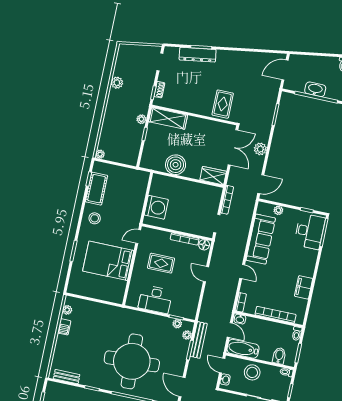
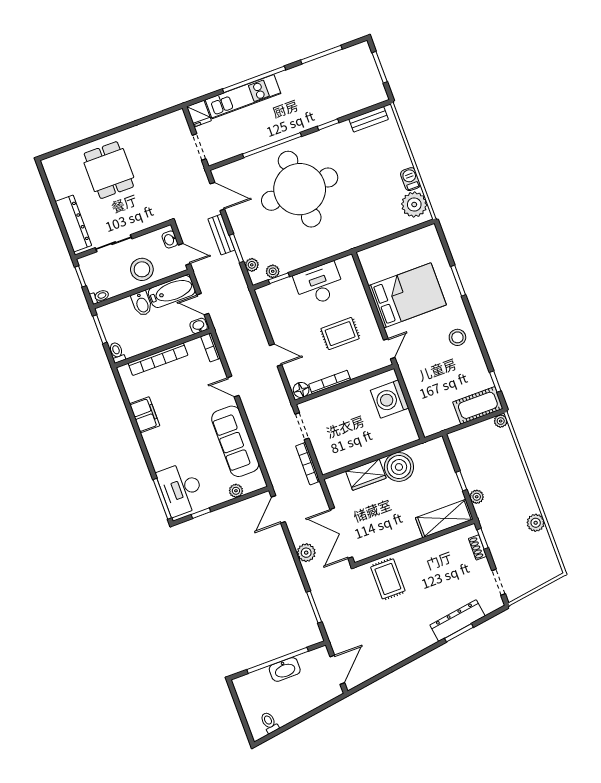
wardrobe: (213, 176) -> (366, 475), moved
cot: (97, 189) -> (478, 405), moved, turned 90
plant: (67, 310) -> (414, 205), width x1.87, depth x1.87
bench: (199, 340) -> (221, 234), moved, width x0.73
bidet: (279, 356) -> (142, 304), moved

